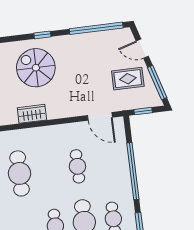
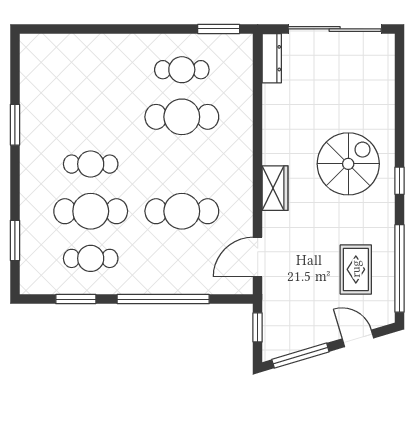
door: (142, 49) -> (358, 338), hinge flipped
rug: (128, 79) -> (356, 269), moved
wardrobe: (32, 114) -> (275, 188), moved
cafe table: (77, 166) -> (182, 211), width x1.37, depth x1.35

